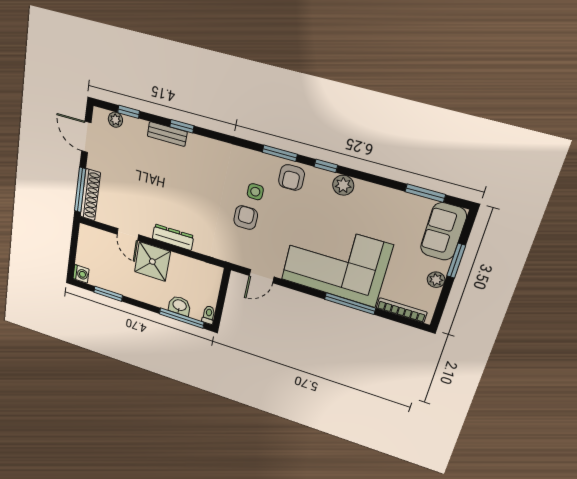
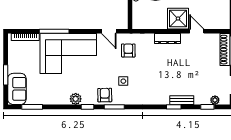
armchair: (246, 218) -> (128, 50), moved, turned 180
door: (262, 276) -> (109, 31), swing flipped
plant: (436, 280) -> (13, 61), removed

